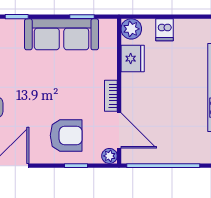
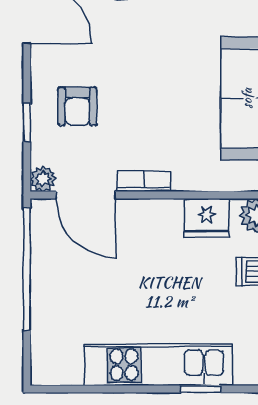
door: (119, 130) -> (86, 195), hinge flipped
armchair: (66, 135) -> (77, 106), width x0.72, depth x0.72

